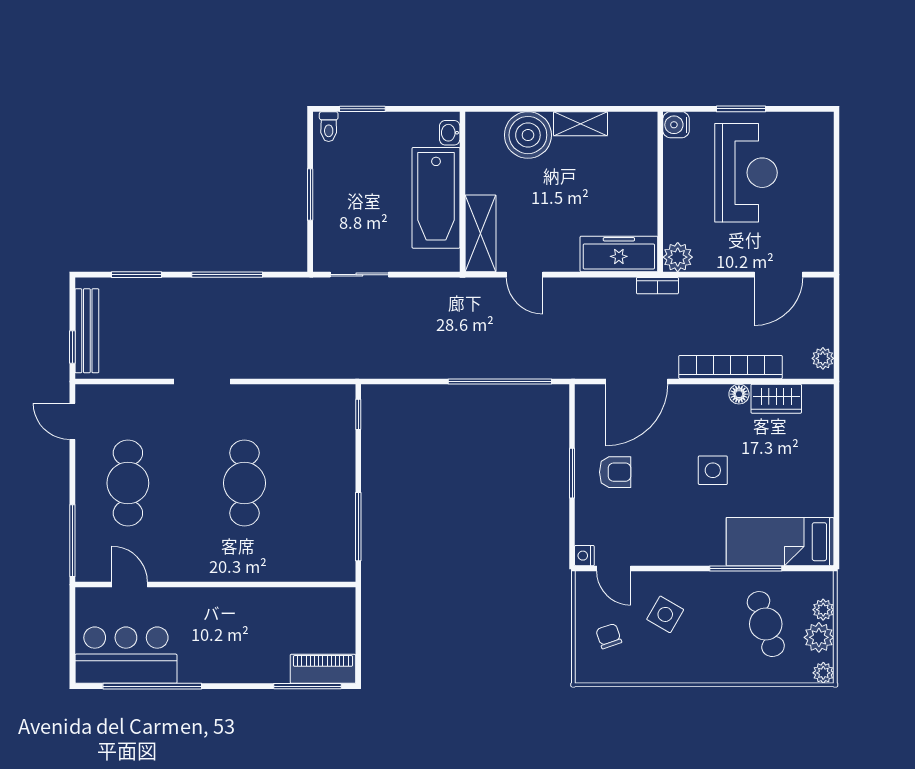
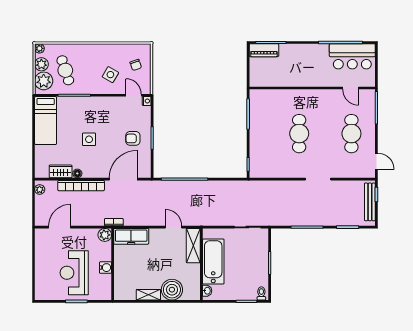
water cooler: (676, 125) -> (106, 268), moved
bed: (780, 542) -> (46, 121), moved, turned 90
plant: (823, 610) -> (44, 81), width x1.88, depth x1.88

